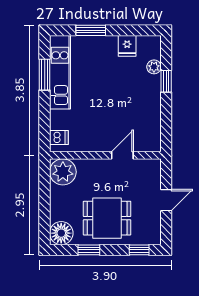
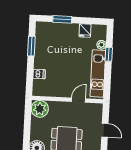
kitchen unit: (60, 72) -> (98, 74), moved, turned 180
dishwasher: (59, 138) -> (39, 74), moved
door: (166, 200) -> (105, 130), hinge flipped

